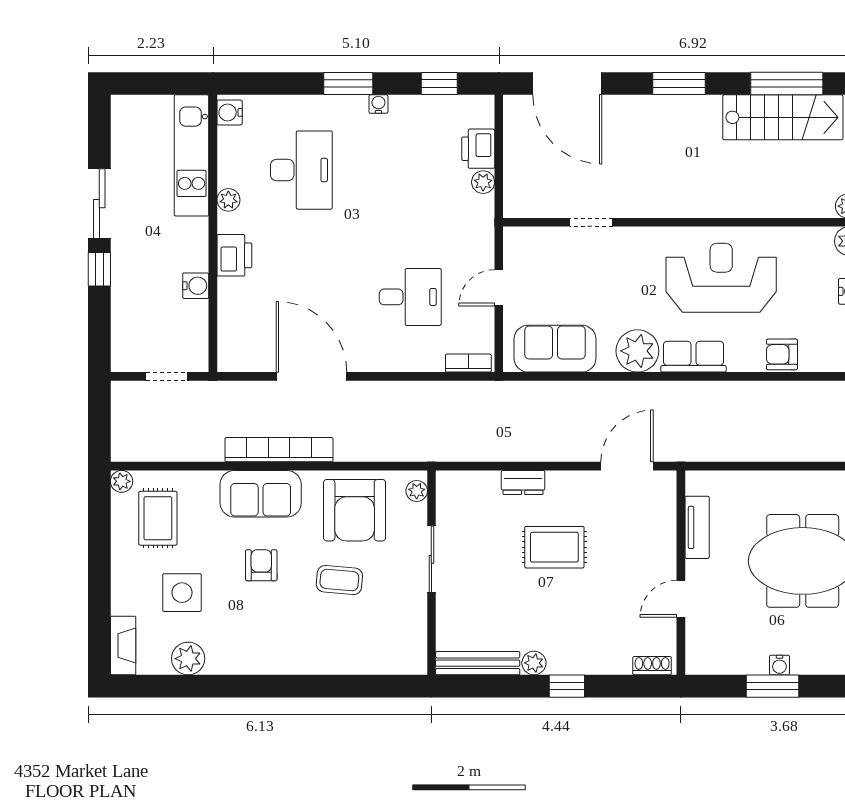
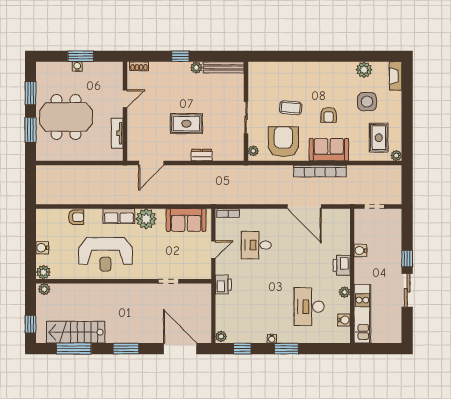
water cooler: (230, 112) -> (344, 320), moved
printer: (478, 149) -> (223, 285), moved
plant: (483, 182) -> (221, 336), moved

